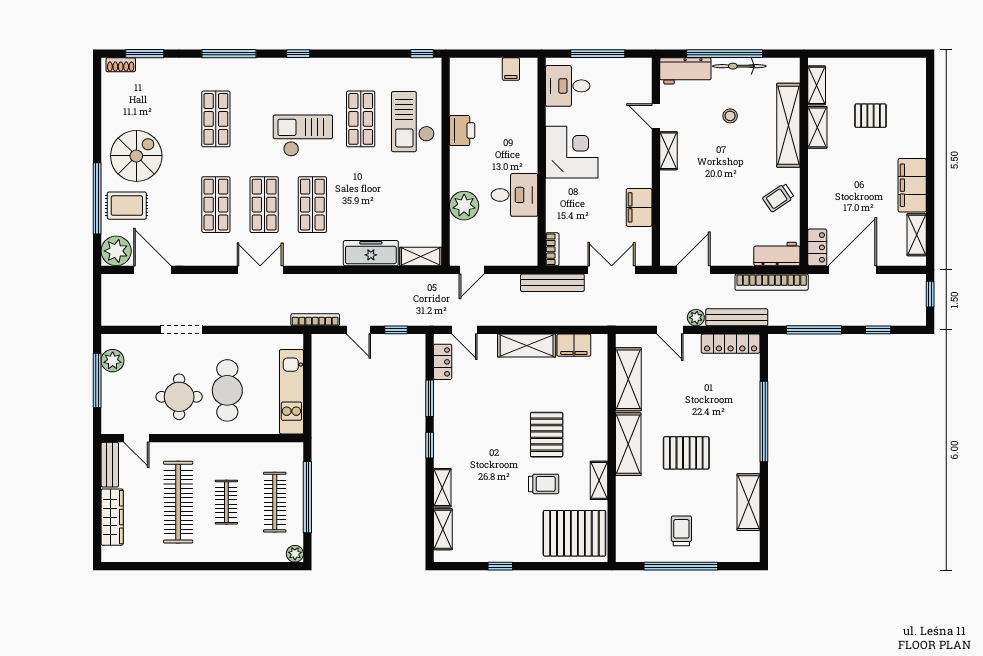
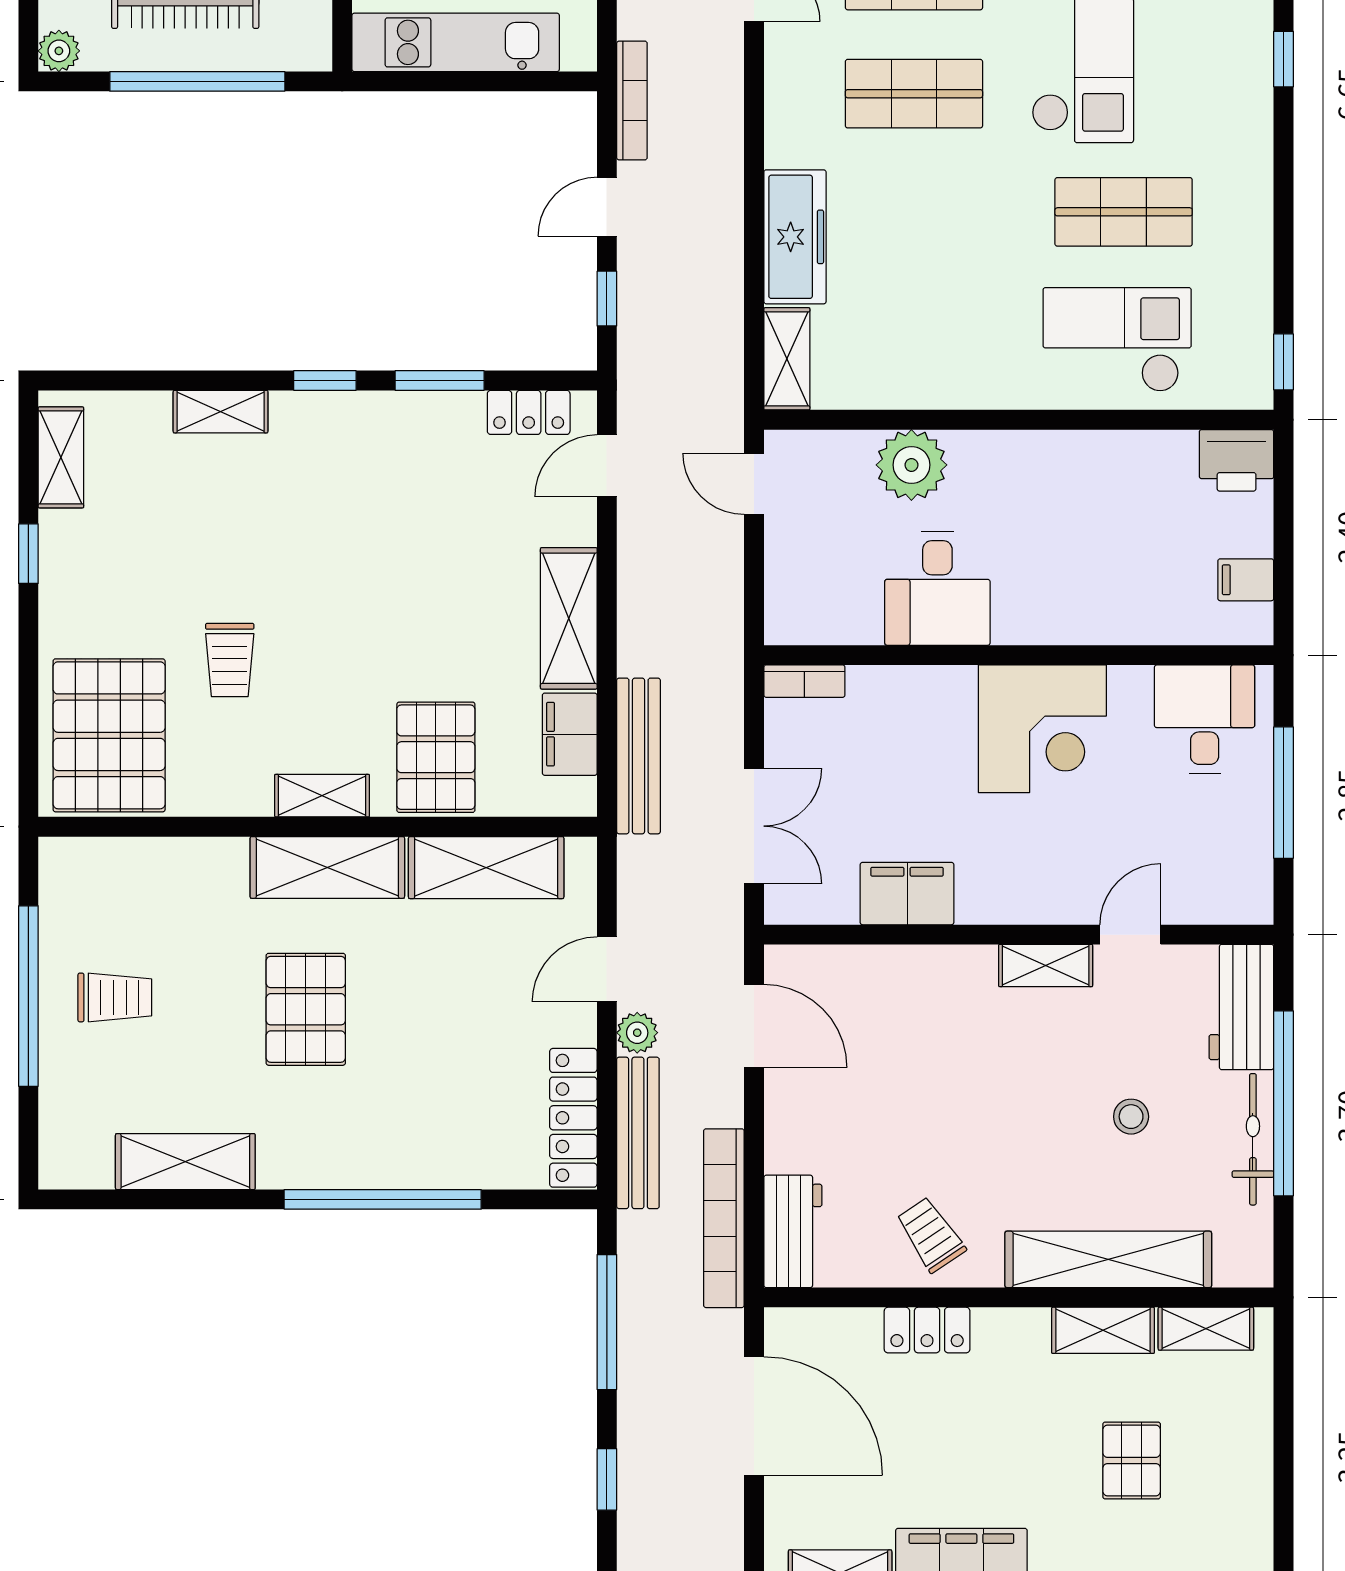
printer: (462, 131) -> (1237, 460), moved
locker: (817, 247) -> (927, 1330), moved
bench: (552, 283) -> (639, 756), moved
pallet: (547, 435) -> (436, 757), moved, turned 90
shelving: (599, 480) -> (322, 796), moved
shelving: (443, 529) -> (61, 457), moved, turned 90

